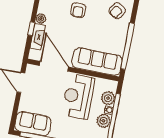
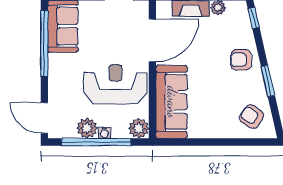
window: (128, 46) -> (203, 142), removed
plant: (108, 98) -> (139, 128), moved

